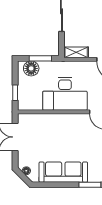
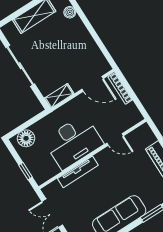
window: (40, 58) -> (29, 123), removed
tv unit: (54, 118) -> (78, 172), added

